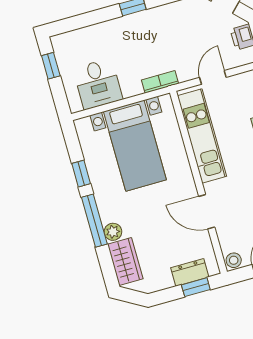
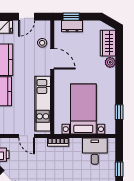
door: (213, 77) -> (27, 136), hinge flipped
window: (81, 174) -> (119, 112), moved
window: (94, 221) -> (119, 72), removed
stool: (234, 260) -> (42, 43), moved

